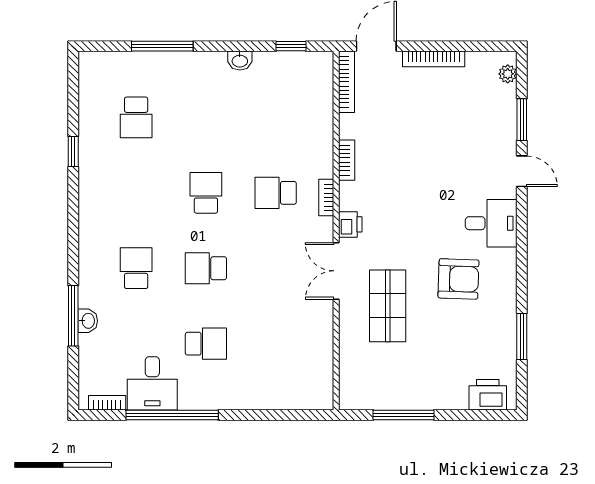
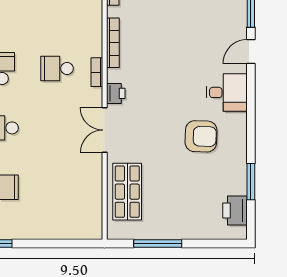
bookcase: (347, 160) -> (113, 43), width x1.56
door: (522, 171) -> (251, 52), swing flipped
shop shelf: (388, 306) -> (127, 192), moved
printer: (488, 395) -> (235, 211), moved, turned -90

